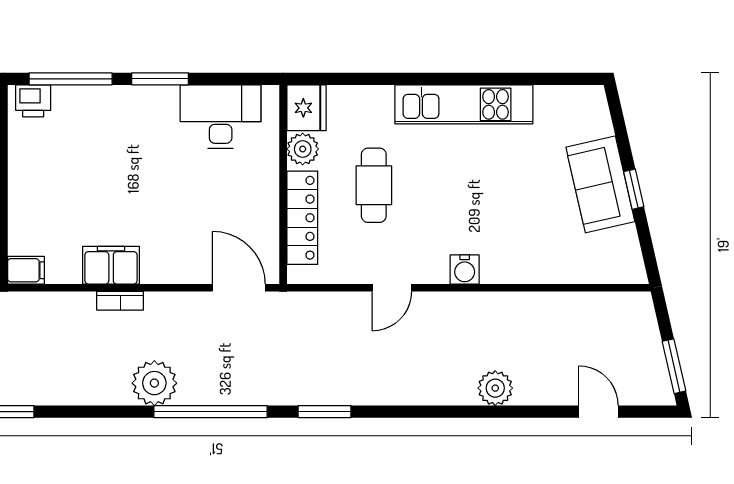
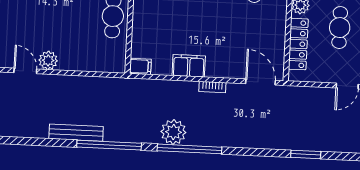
bookcase: (120, 301) -> (212, 87), moved
plant: (154, 383) -> (173, 132), moved
window: (211, 412) -> (189, 149), moved

